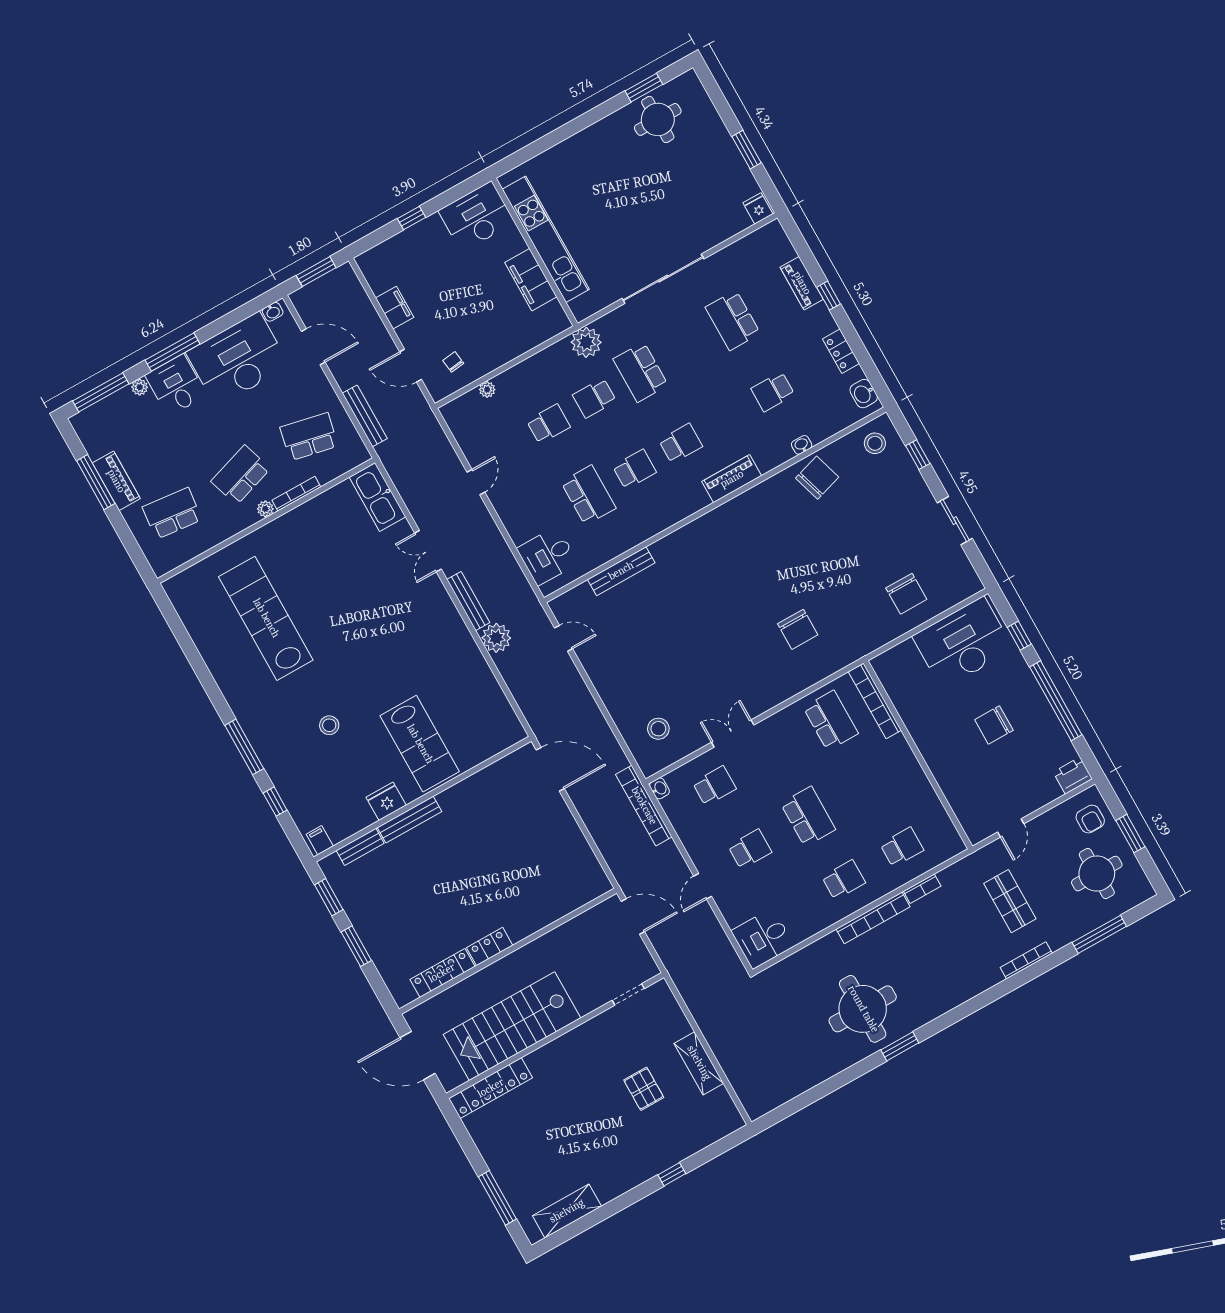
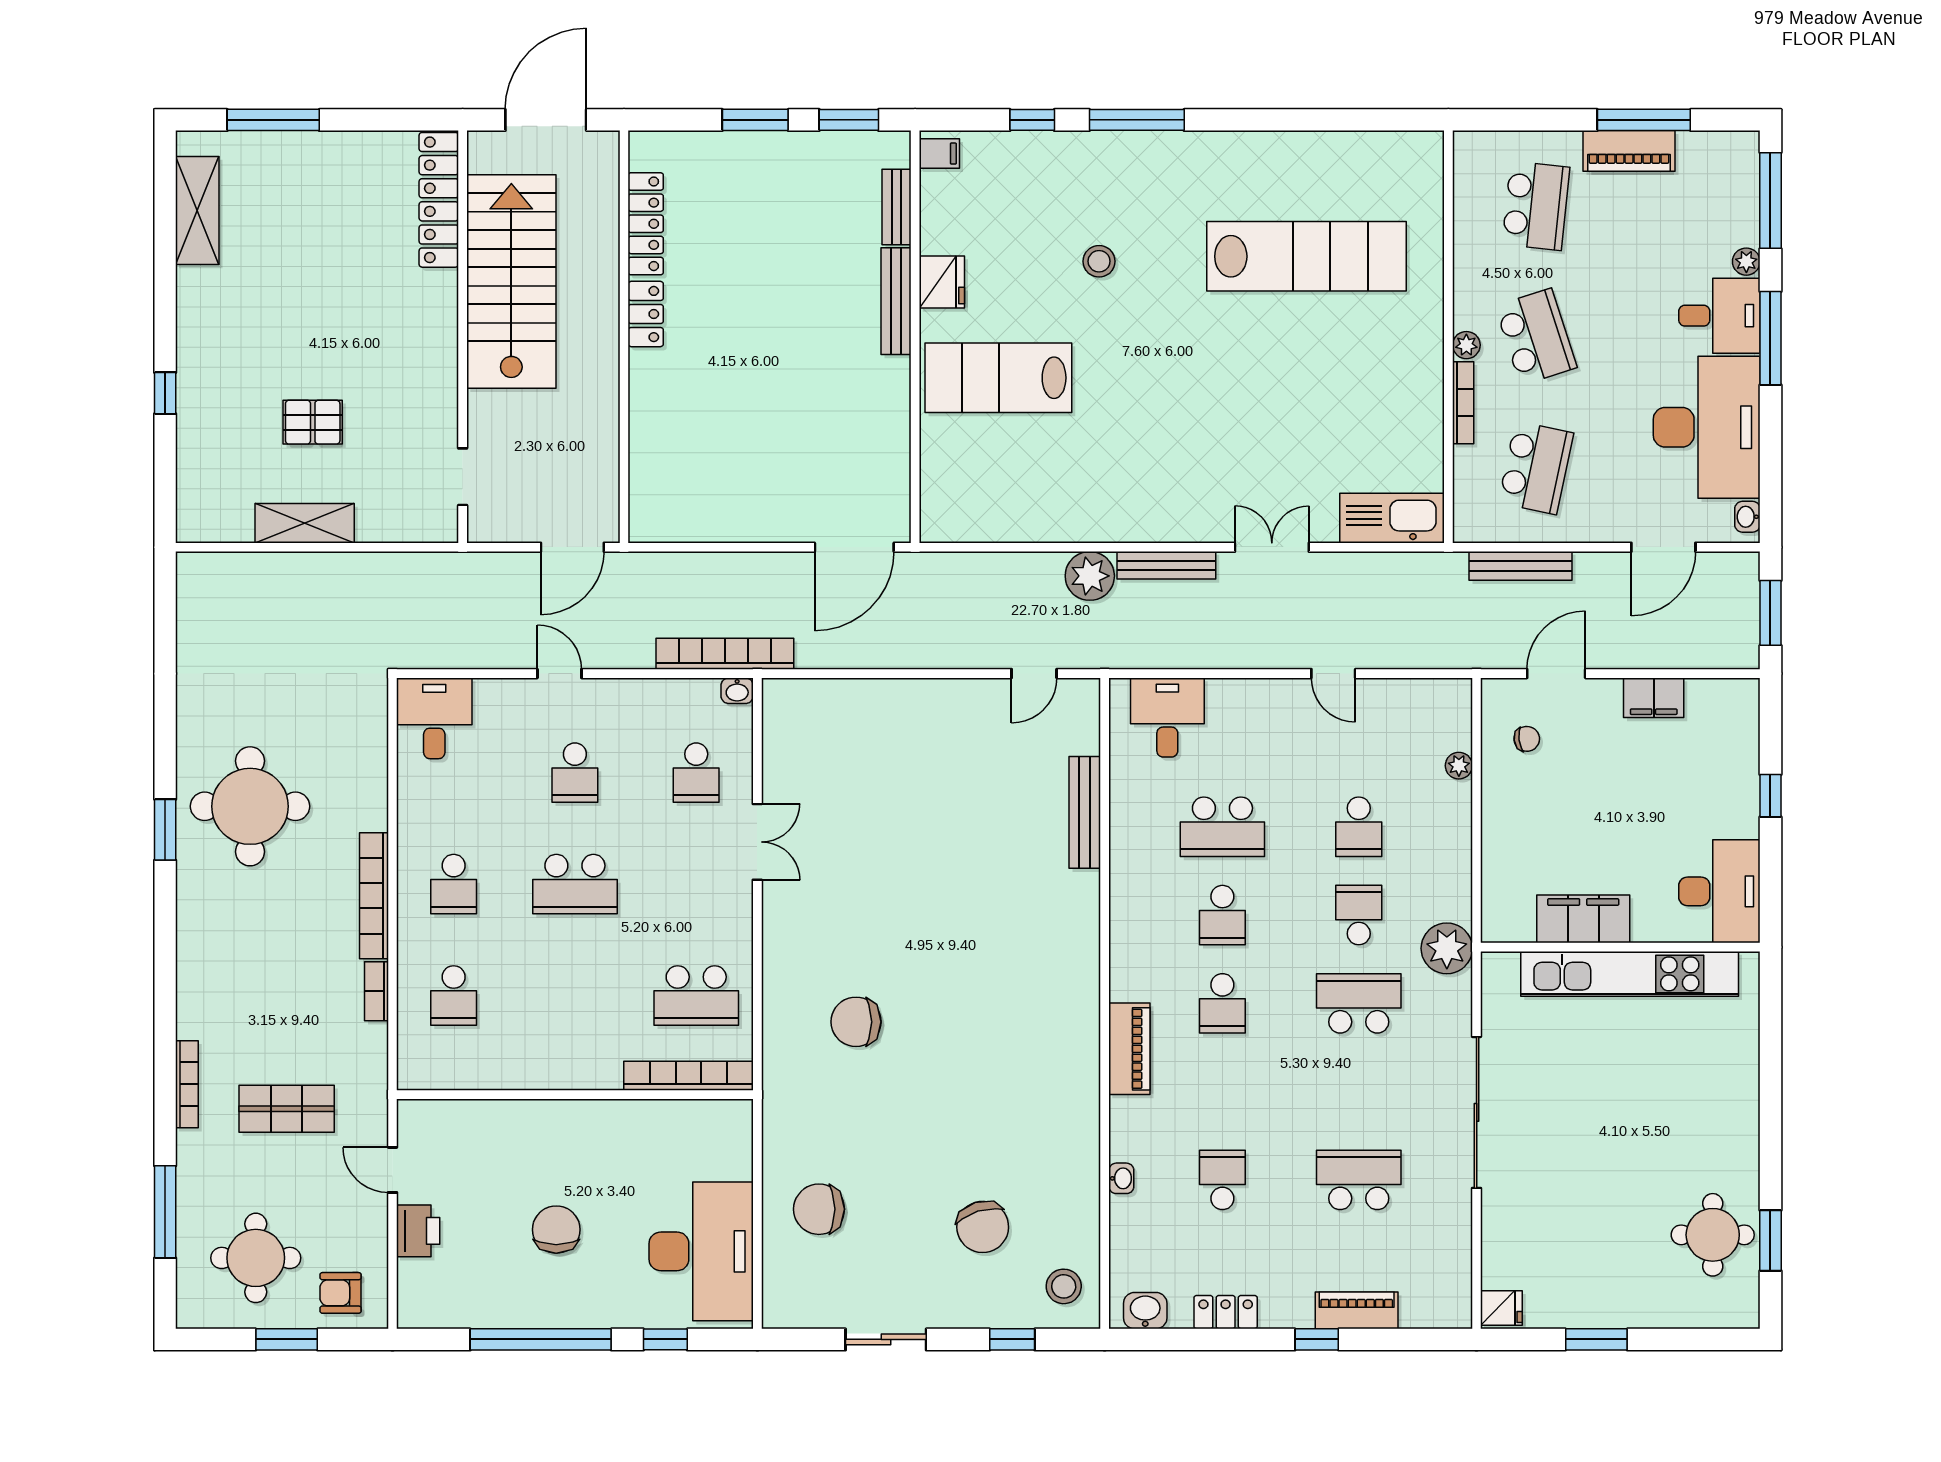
chair: (817, 478) -> (983, 1227), moved
stool: (658, 729) -> (825, 738), removed
printer: (1073, 776) -> (418, 1231), moved

